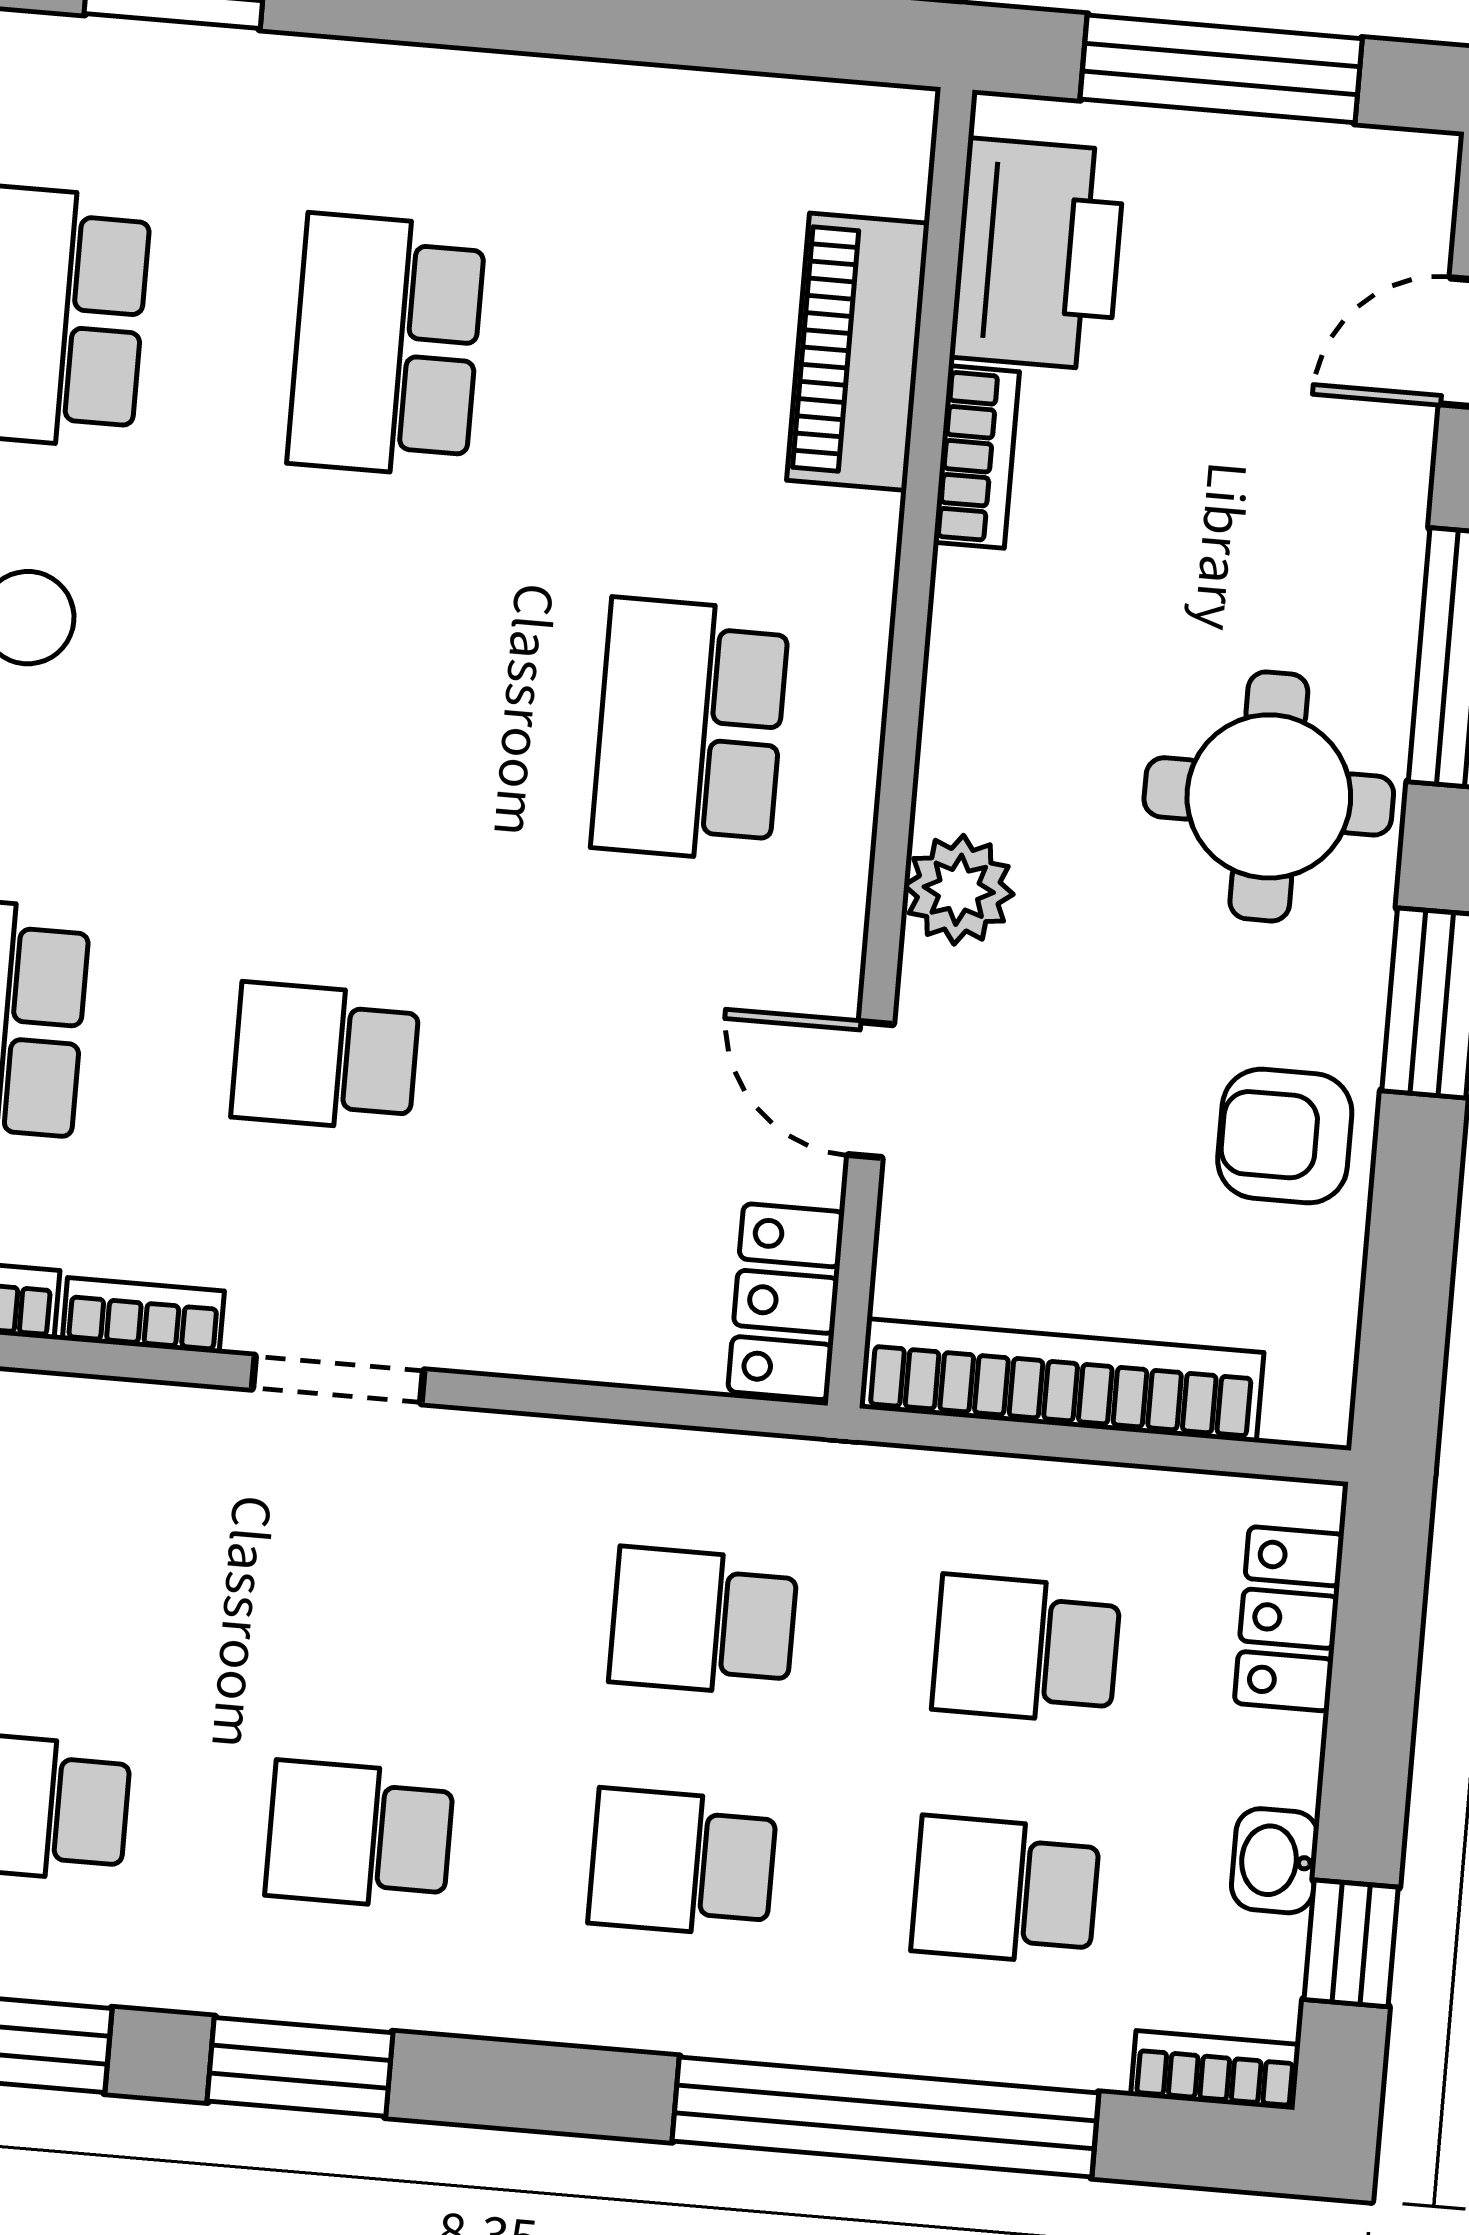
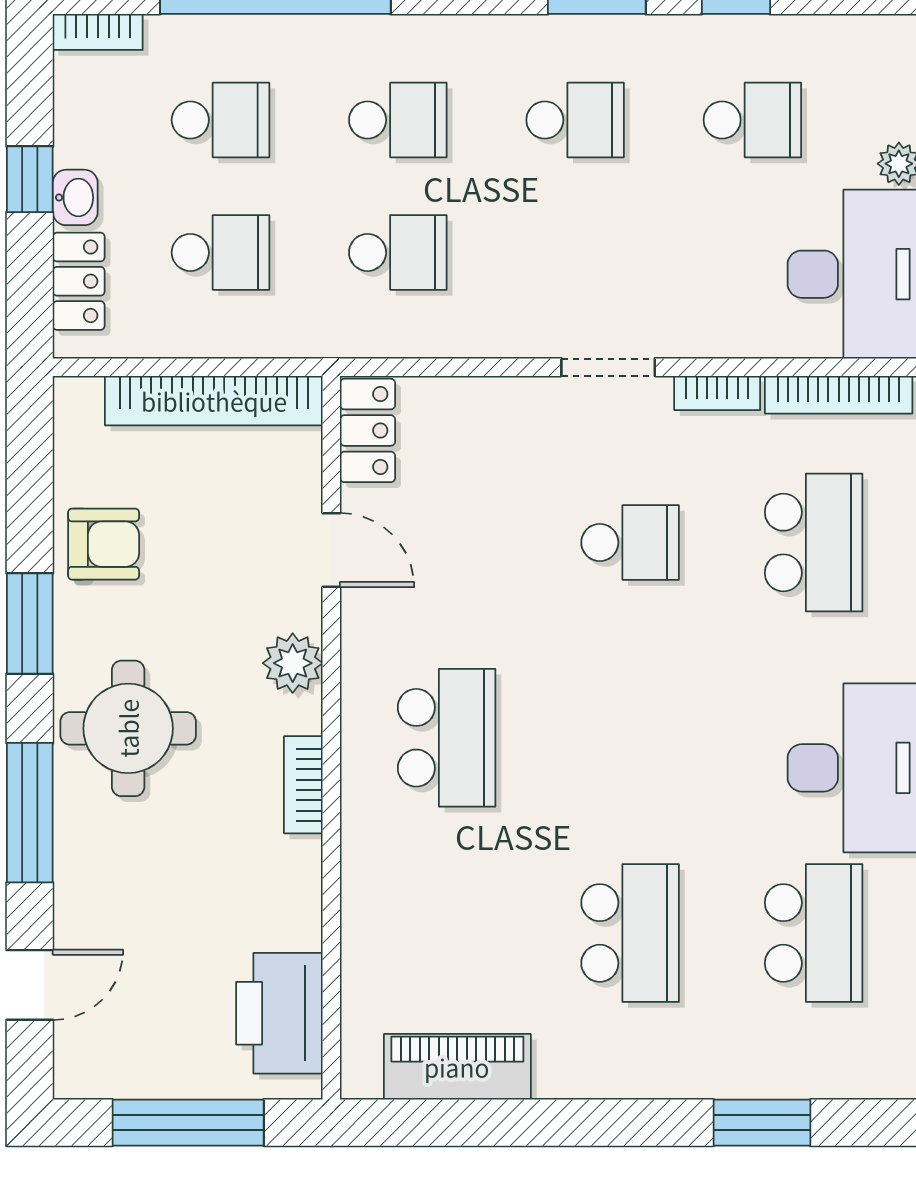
piano: (858, 352) -> (457, 1067), moved, turned -90
bookcase: (976, 457) -> (303, 785), moved
washbasin: (1275, 1861) -> (75, 197), moved
window: (1351, 1943) -> (30, 179), moved

